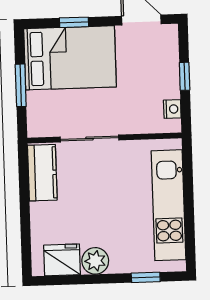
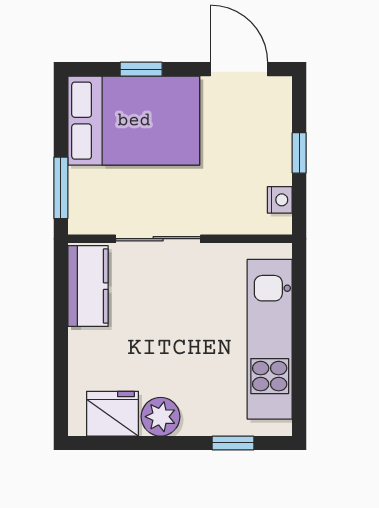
window: (21, 85) -> (61, 188), moved

